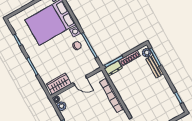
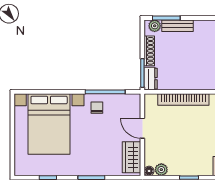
door: (80, 81) -> (142, 128), swing flipped

